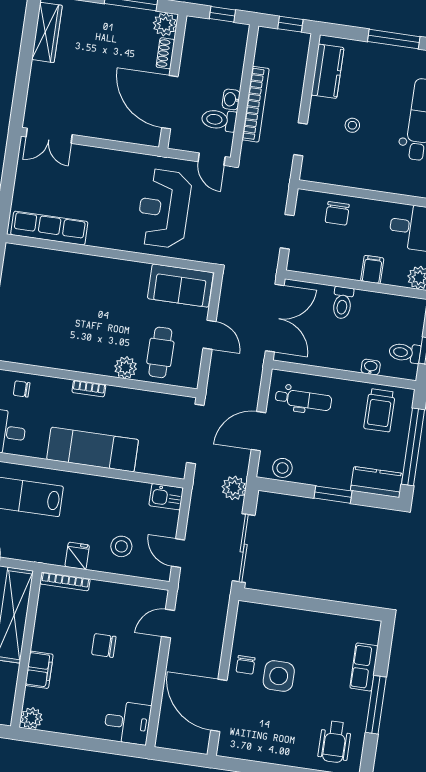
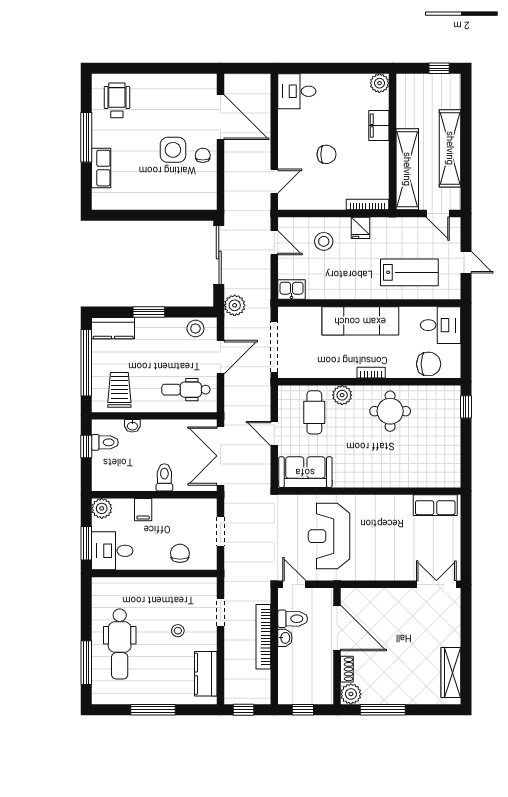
reception desk: (164, 208) -> (329, 536), turned 180
row of seats: (49, 228) -> (435, 505), width x0.68
round table: (73, 341) -> (390, 411), added
chair: (22, 389) -> (429, 364), width x1.87, depth x1.87

